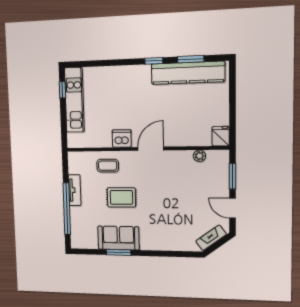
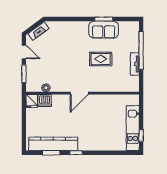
dishwasher: (122, 139) -> (45, 100), moved
coffee table: (108, 166) -> (110, 82), removed

